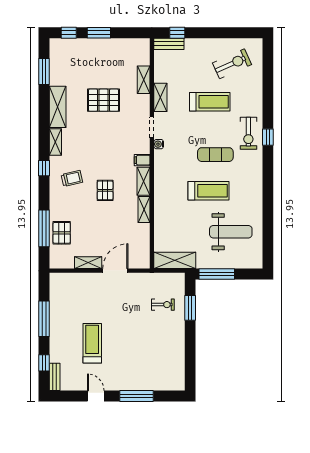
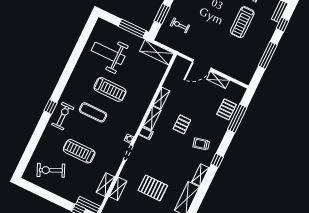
shelving: (160, 97) -> (106, 185), moved
treadmill: (208, 191) -> (110, 89), turned 180

